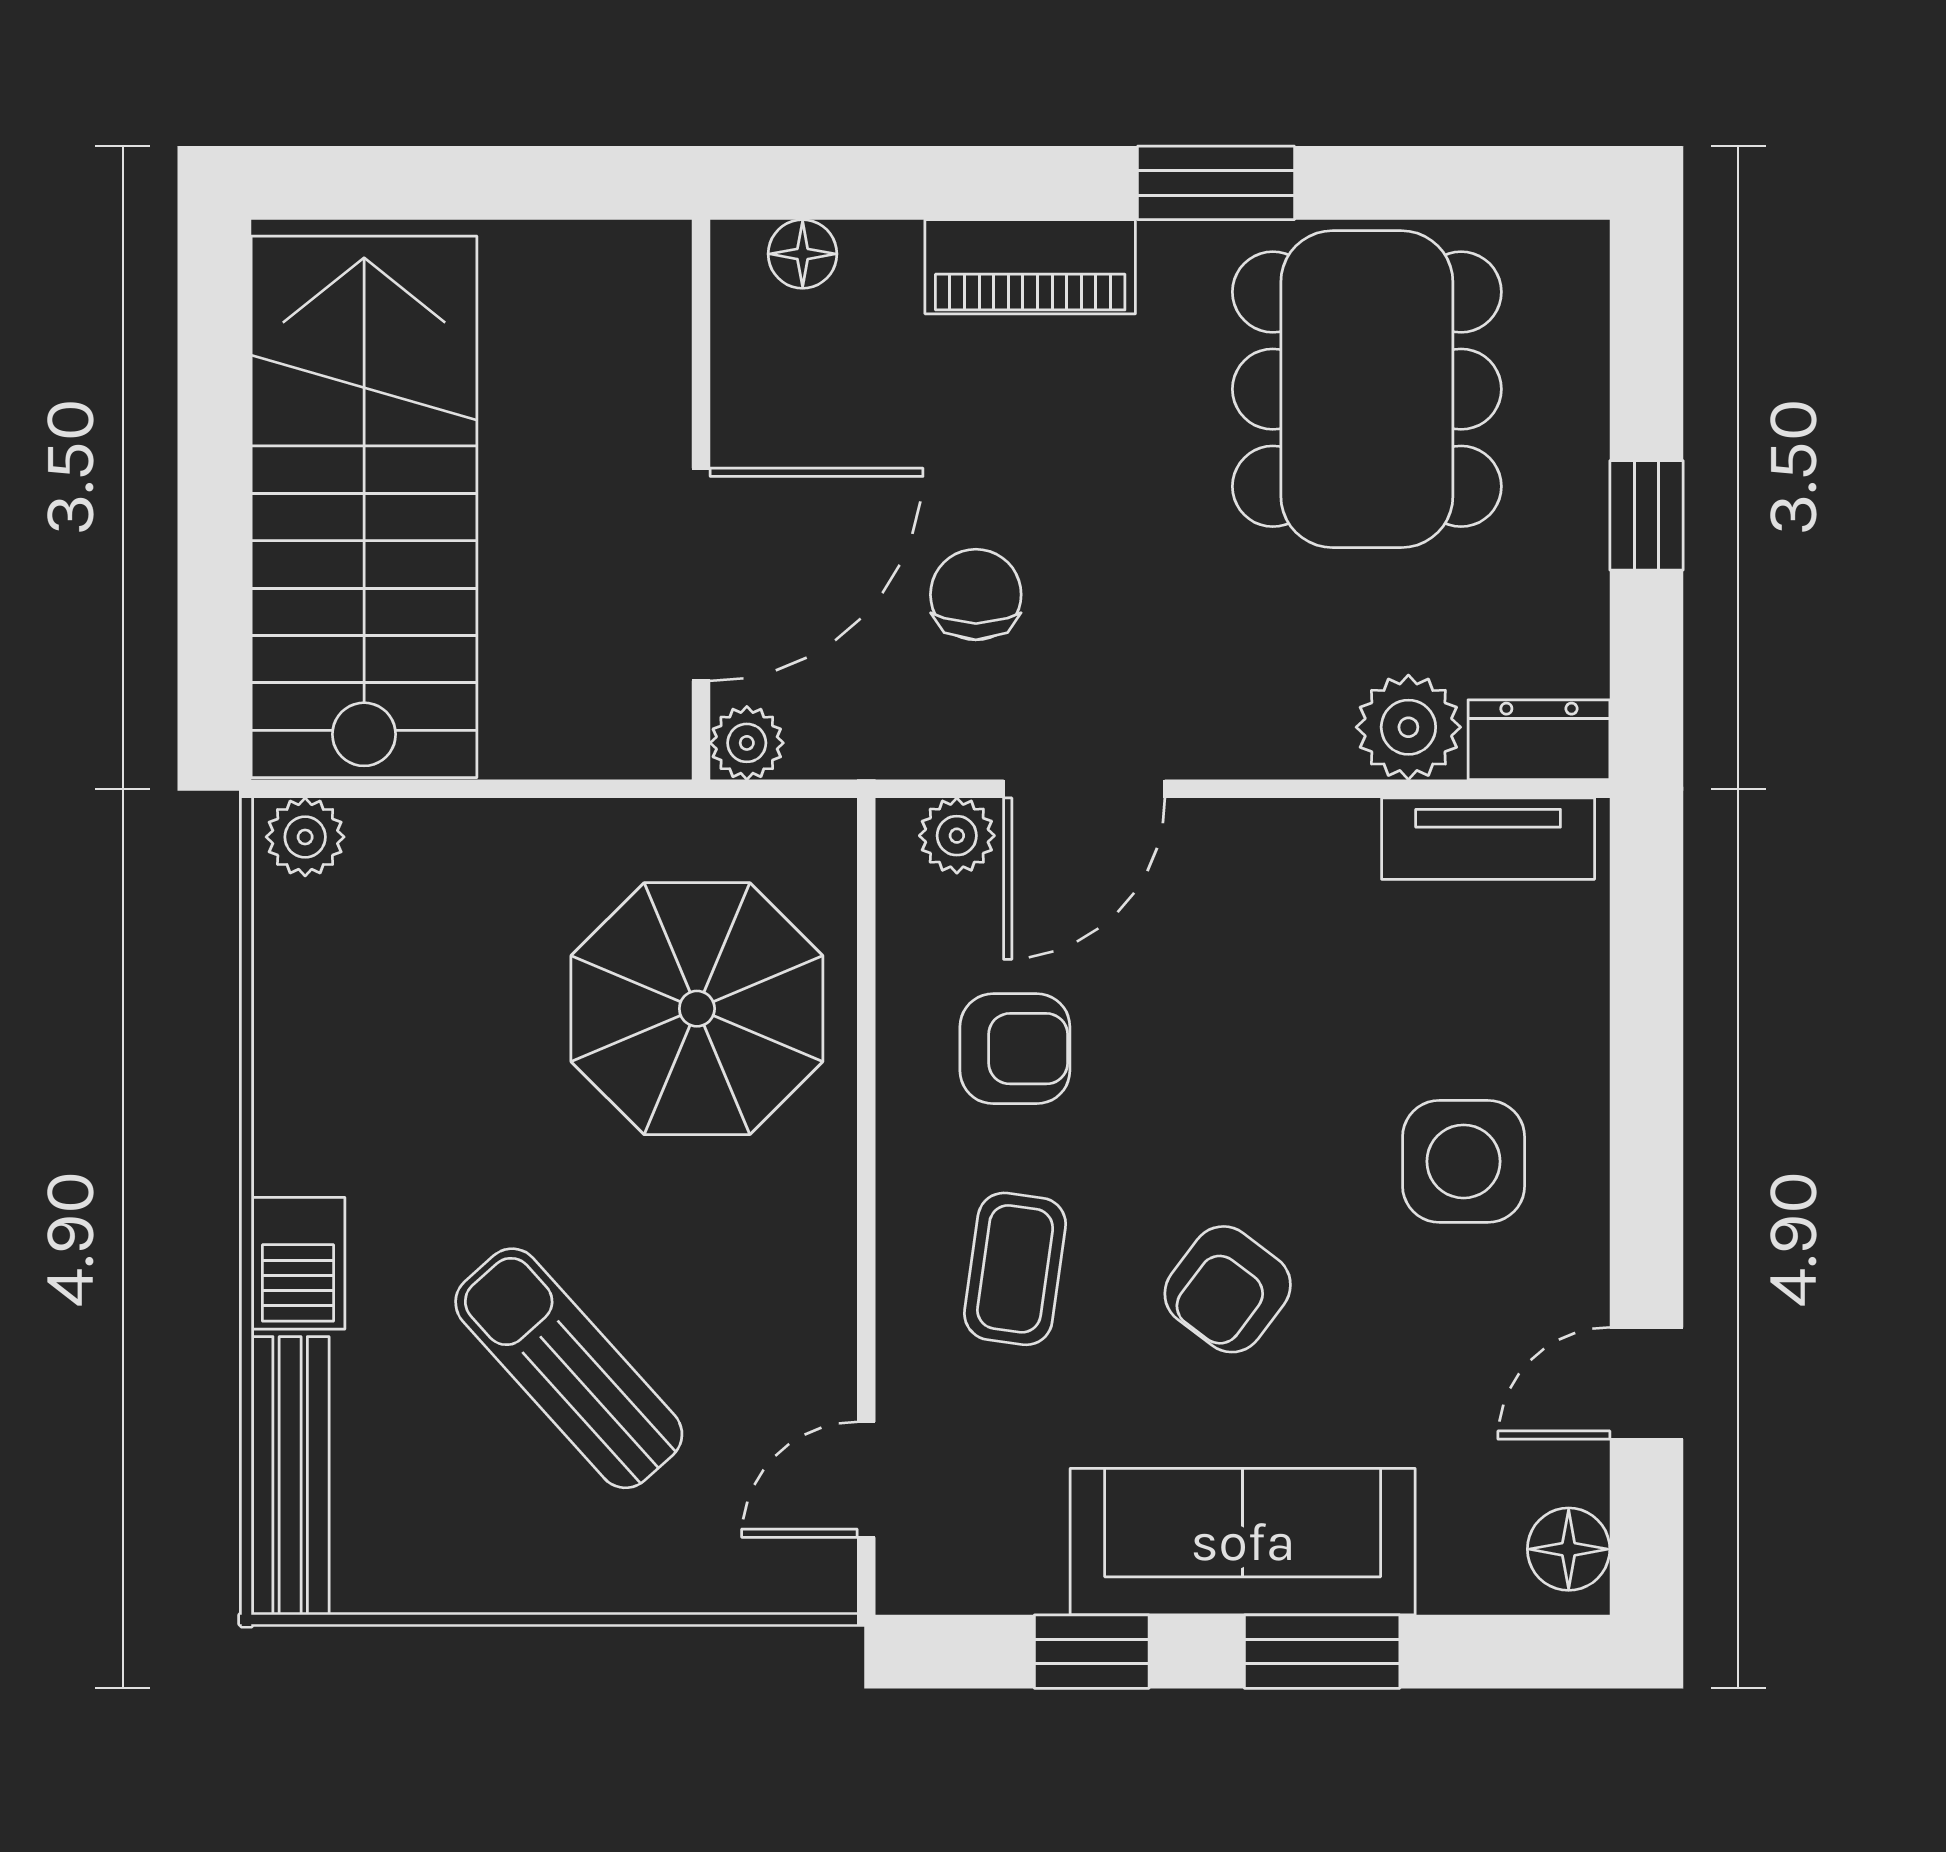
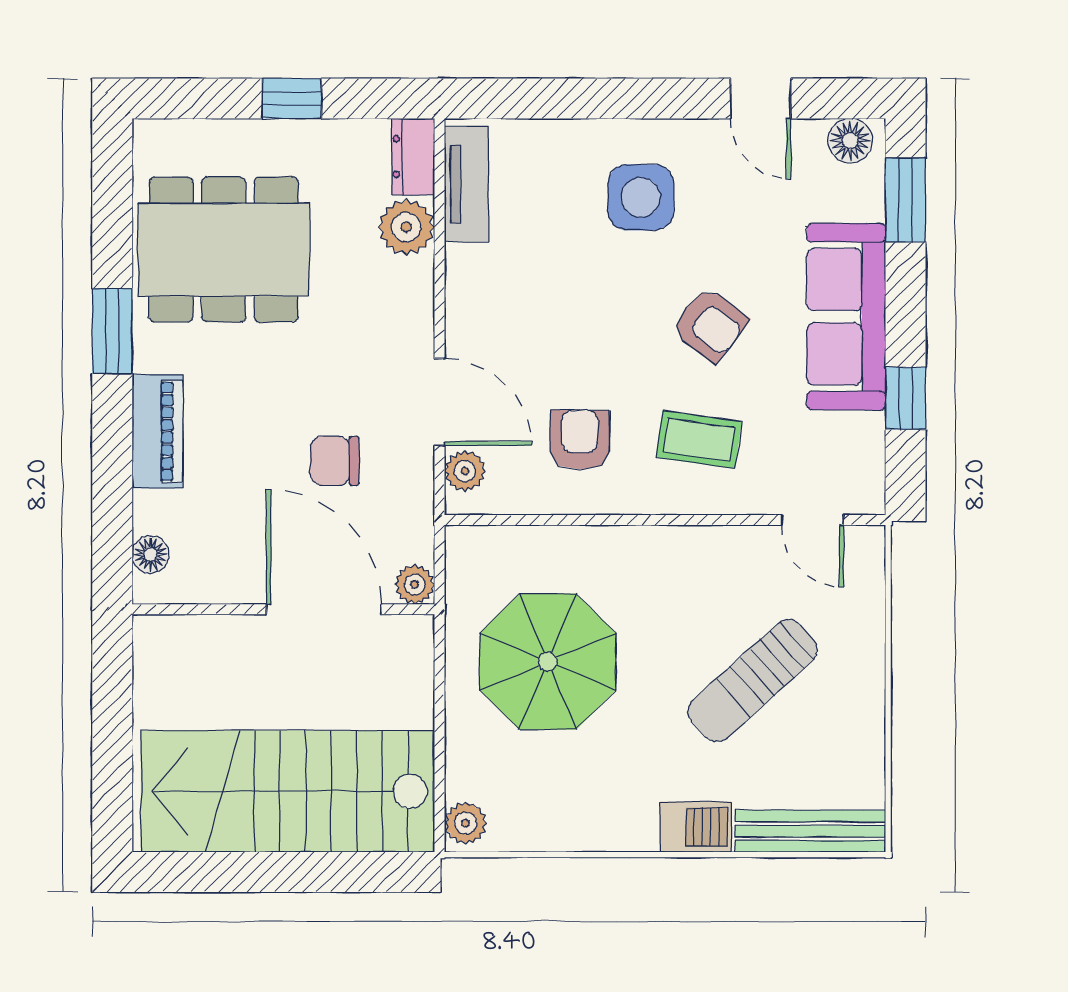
parasol: (697, 1009) -> (548, 662), moved
window: (1322, 1652) -> (906, 200), moved

